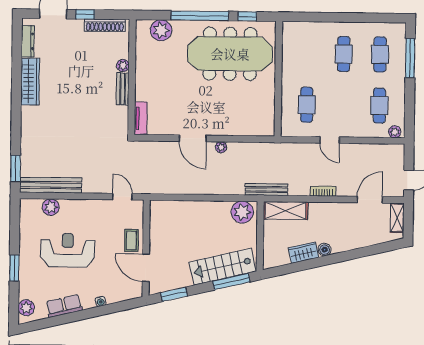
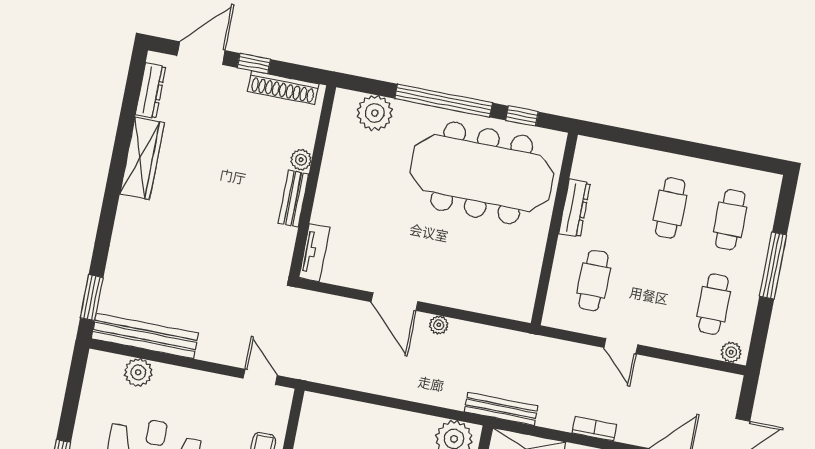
window: (410, 58) -> (773, 266), moved
dresser: (288, 64) -> (575, 208), added

